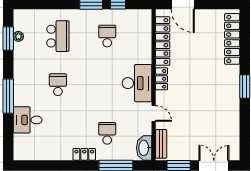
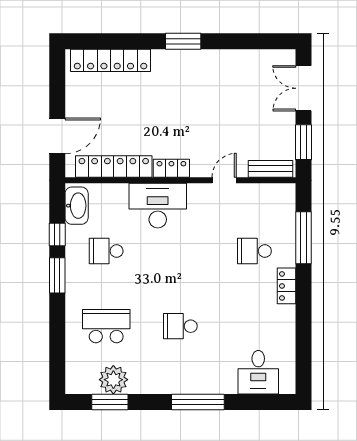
plant: (18, 36) -> (113, 380), width x1.88, depth x1.88
desk: (137, 83) -> (158, 206), moved
desk: (28, 120) -> (258, 372), moved
washbasin: (144, 148) -> (77, 206), moved, turned -90

